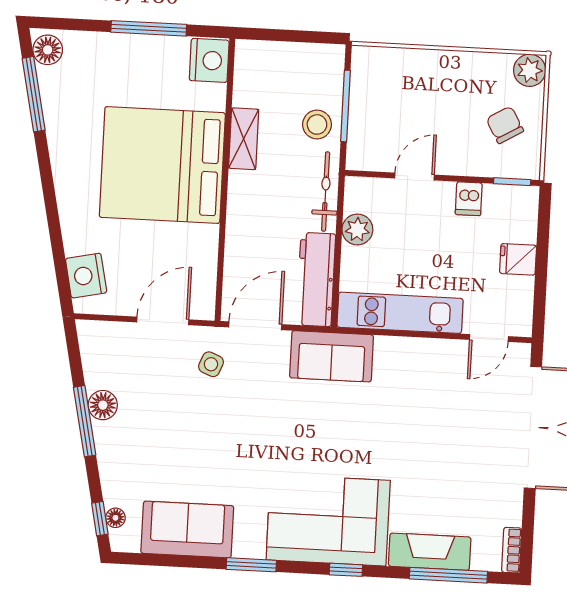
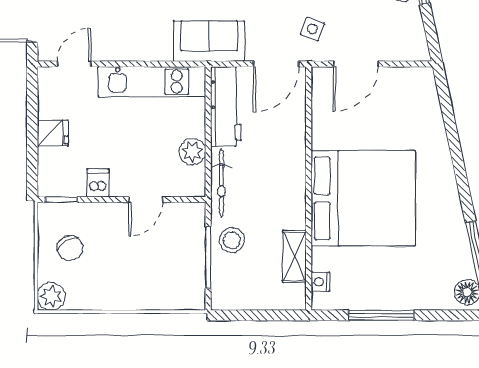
nightstand: (209, 60) -> (320, 282), width x0.53, depth x0.56
shelving: (244, 139) -> (294, 256), moved
nightstand: (86, 276) -> (424, 100), removed

